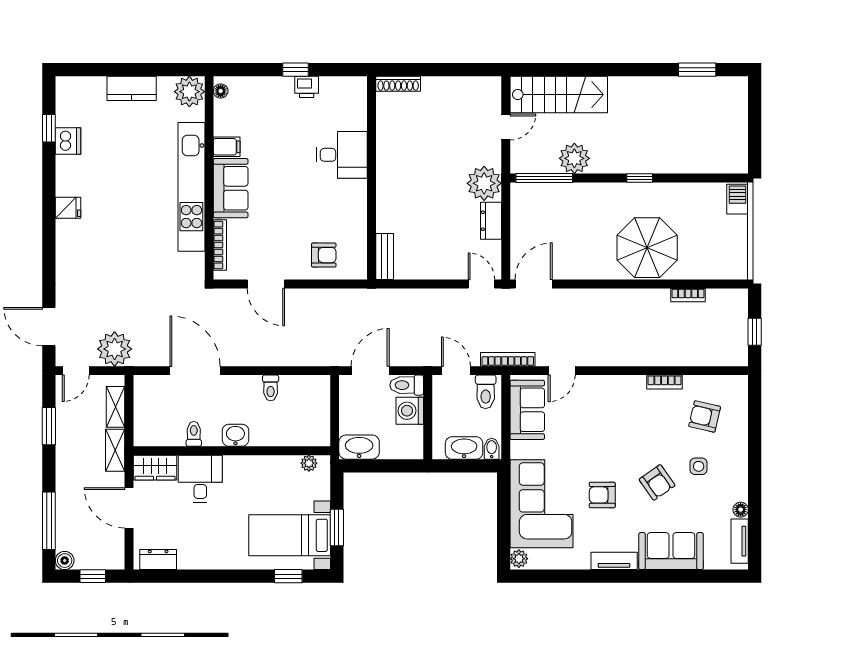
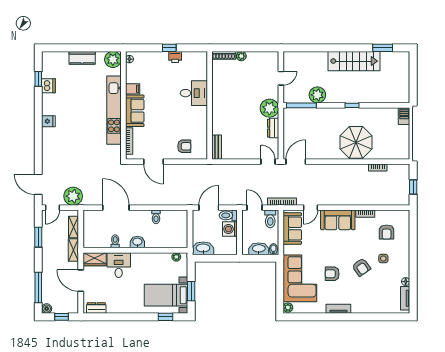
plant: (431, 85) -> (241, 56), added
stairs: (559, 95) -> (354, 61), moved
armchair: (705, 416) -> (387, 232), turned -103
sofa: (671, 551) -> (338, 220), moved, turned 180

